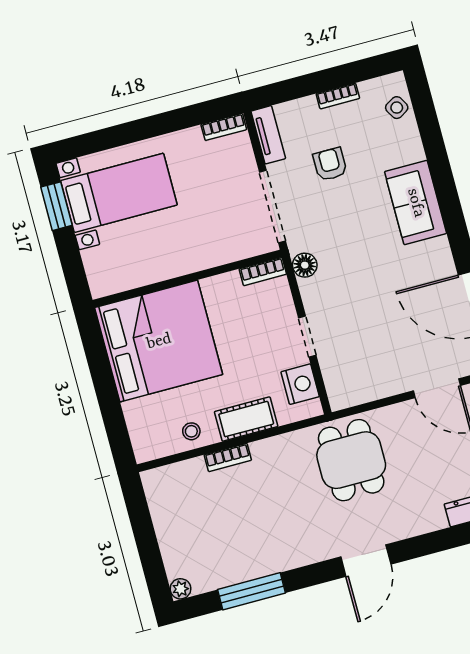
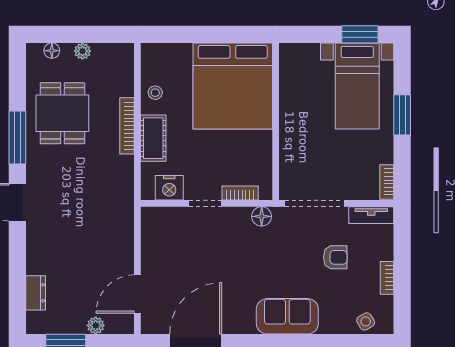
window: (139, 130) -> (402, 115), added
bookcase: (263, 272) -> (240, 193), moved, turned 90
bookcase: (228, 457) -> (127, 126), width x1.56
dining table: (351, 460) -> (62, 113), moved, turned 90
floor lamp: (174, 568) -> (52, 51), added
plant: (181, 589) -> (82, 51), moved
window: (252, 591) -> (17, 137), moved

